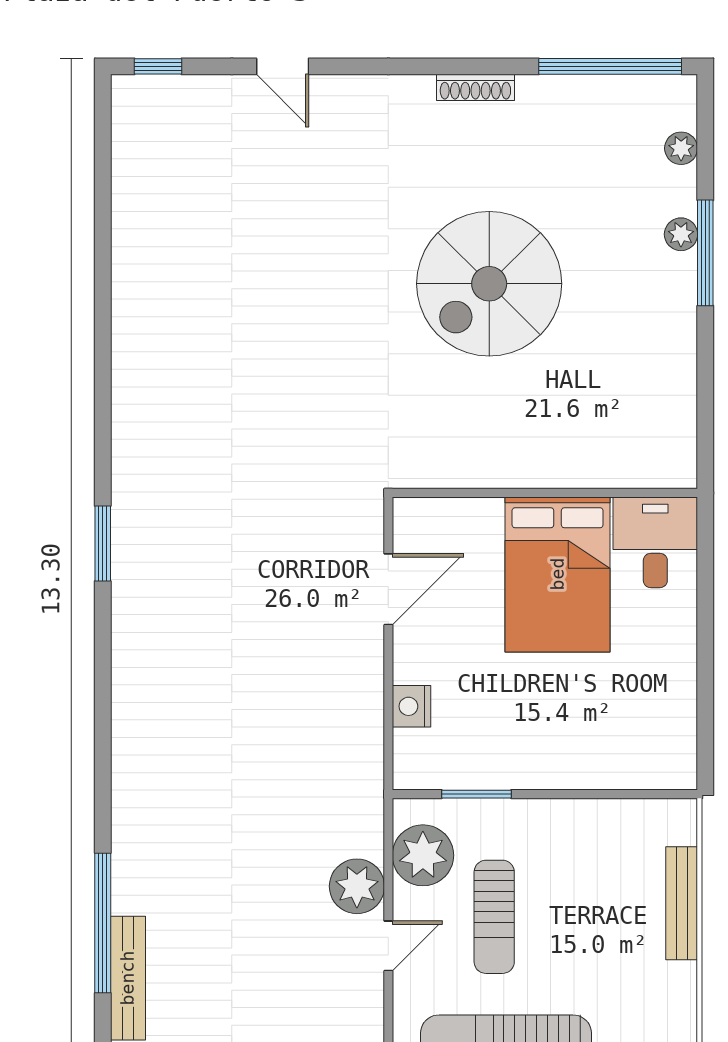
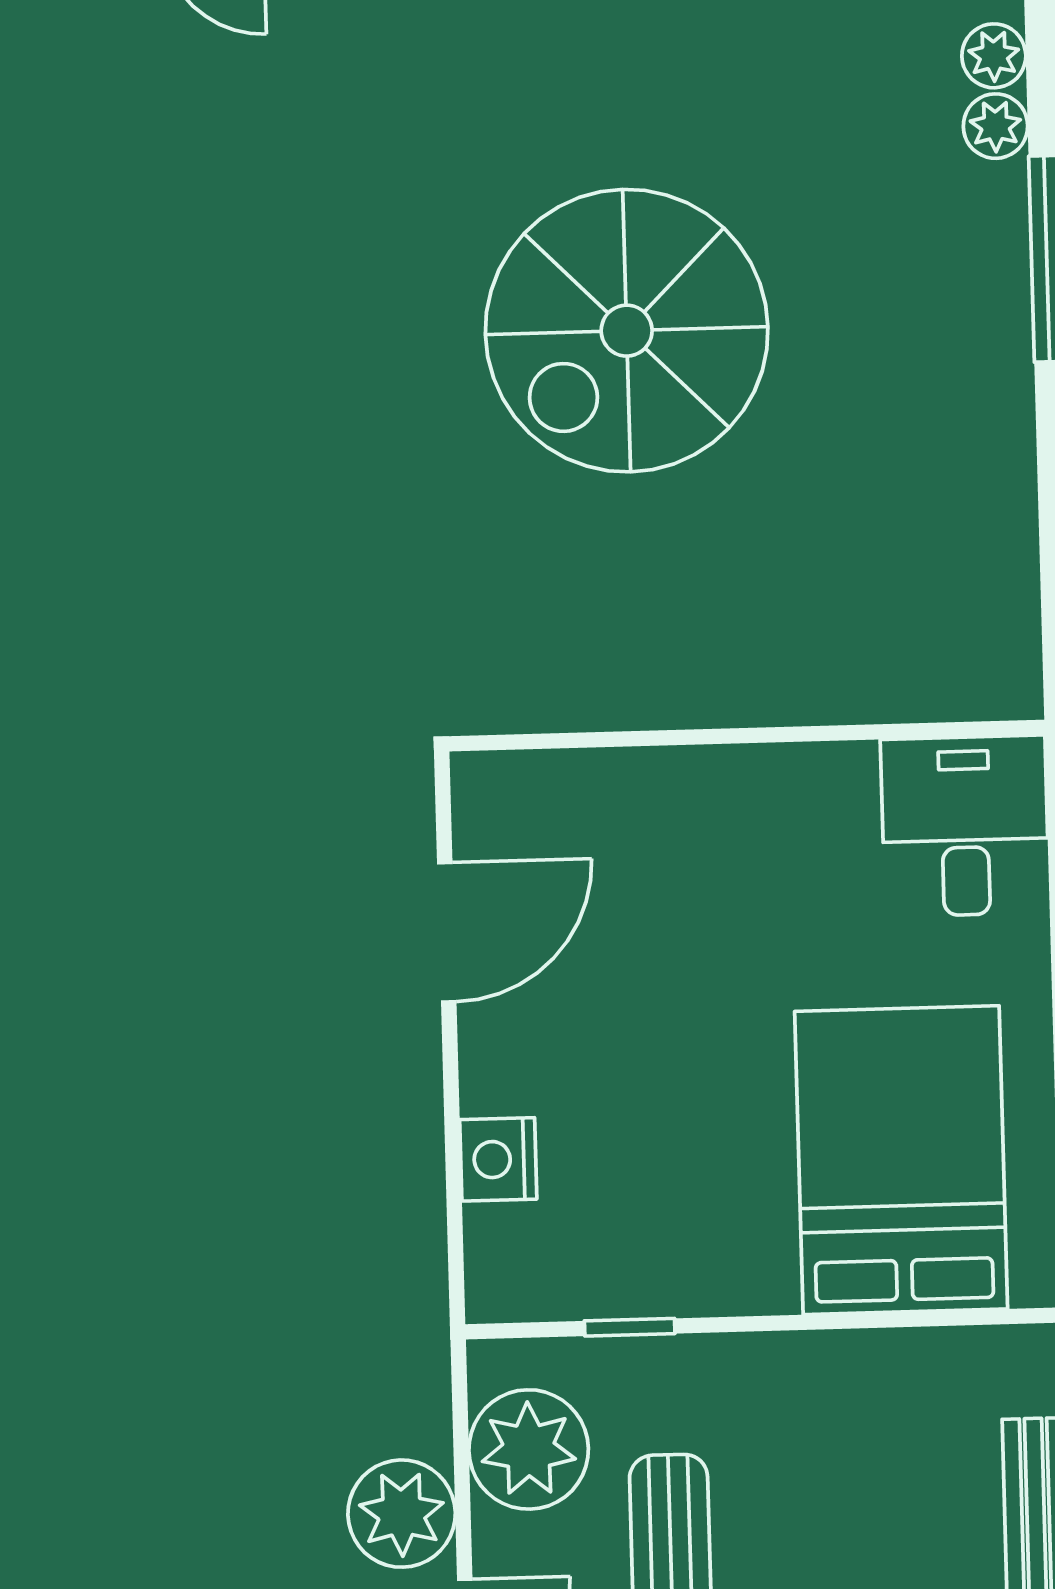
plant: (681, 234) -> (996, 126), moved
bed: (558, 574) -> (901, 1160), moved, turned 180
window: (476, 794) -> (630, 1327), width x0.67

